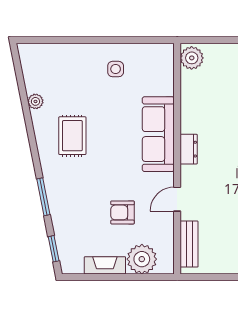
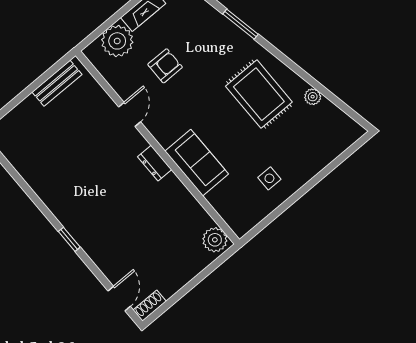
sofa: (158, 134) -> (197, 163), width x0.73
rug: (72, 136) -> (259, 94), width x1.36, depth x1.43
bench: (189, 244) -> (57, 83), moved, turned 90

